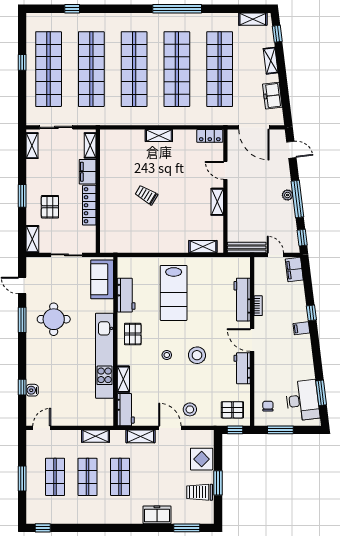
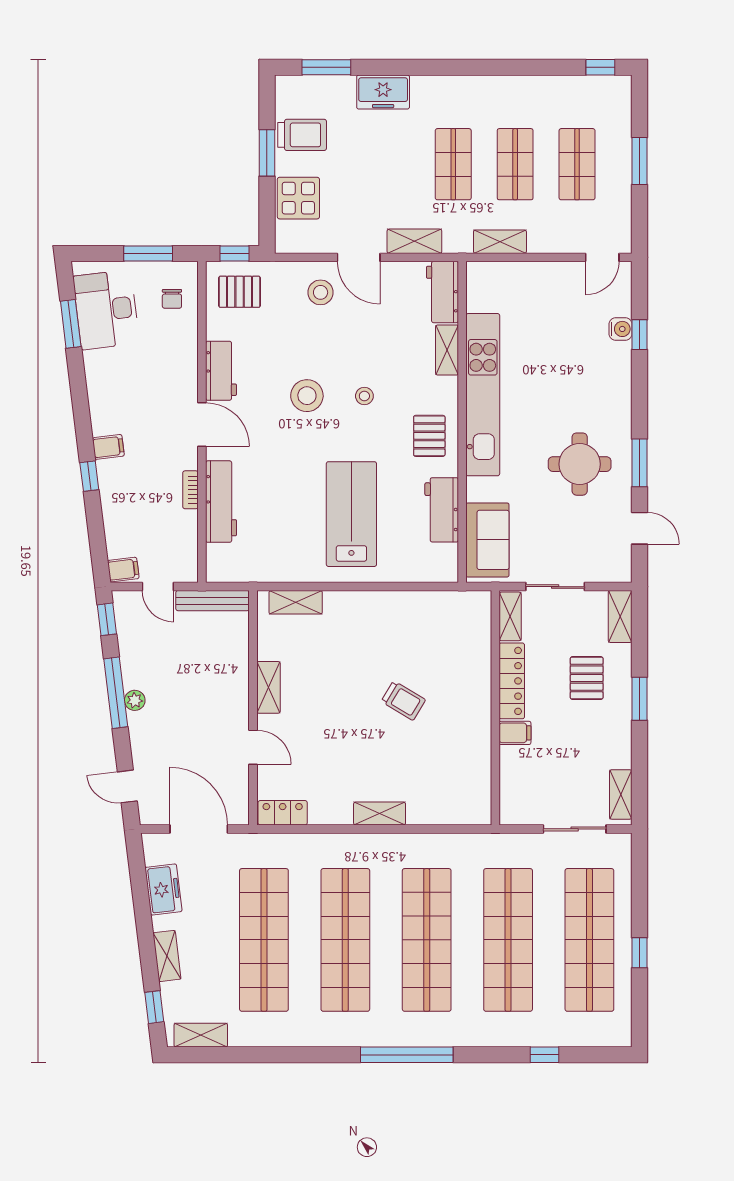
window: (177, 9) -> (407, 1055), moved
shelving: (90, 145) -> (510, 616), moved
filing cabinet: (88, 172) -> (515, 733), width x0.50
filing cabinet: (294, 269) -> (123, 570), width x0.50

